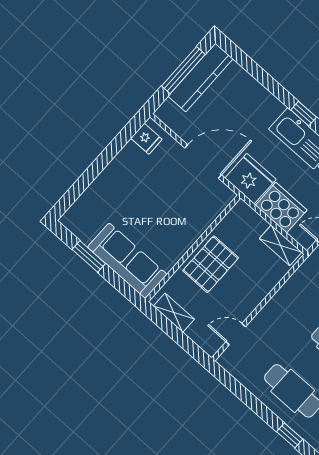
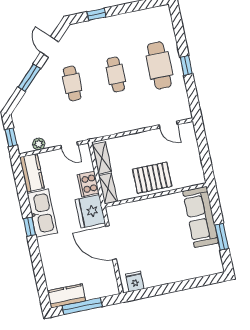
kitchen counter: (201, 77) -> (66, 296), width x0.67
cooker: (281, 208) -> (88, 184), width x0.73, depth x0.76
shelving: (174, 313) -> (108, 189), moved
window: (290, 435) -> (186, 65), moved

